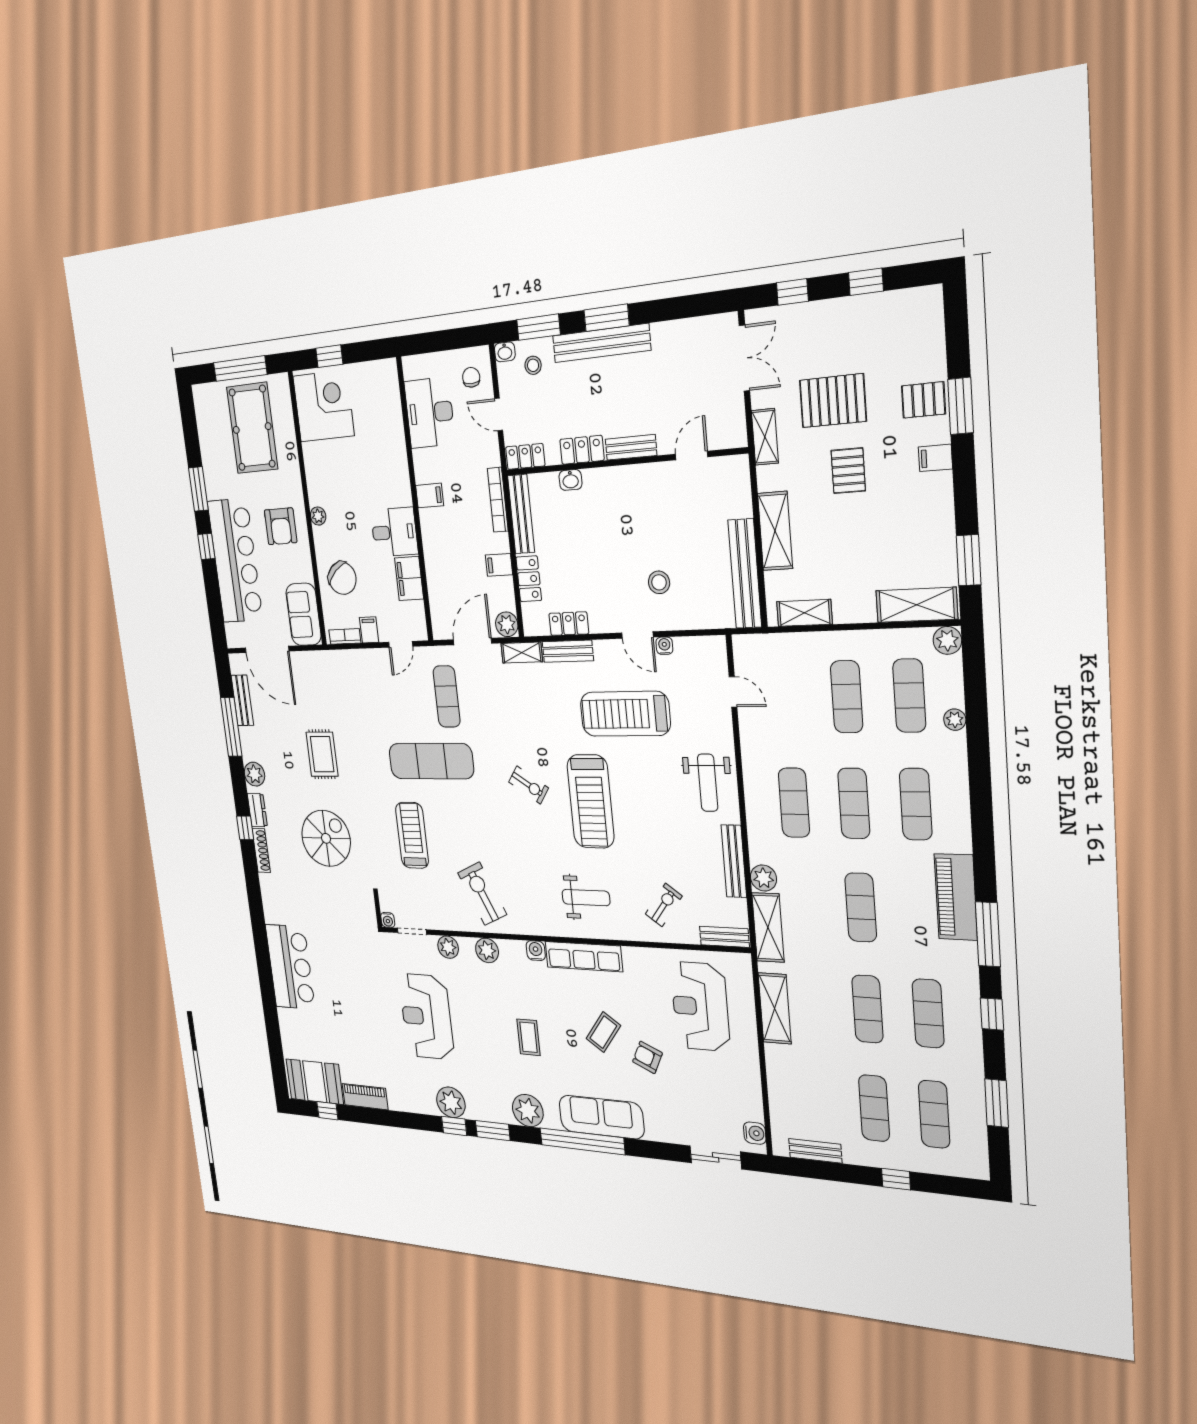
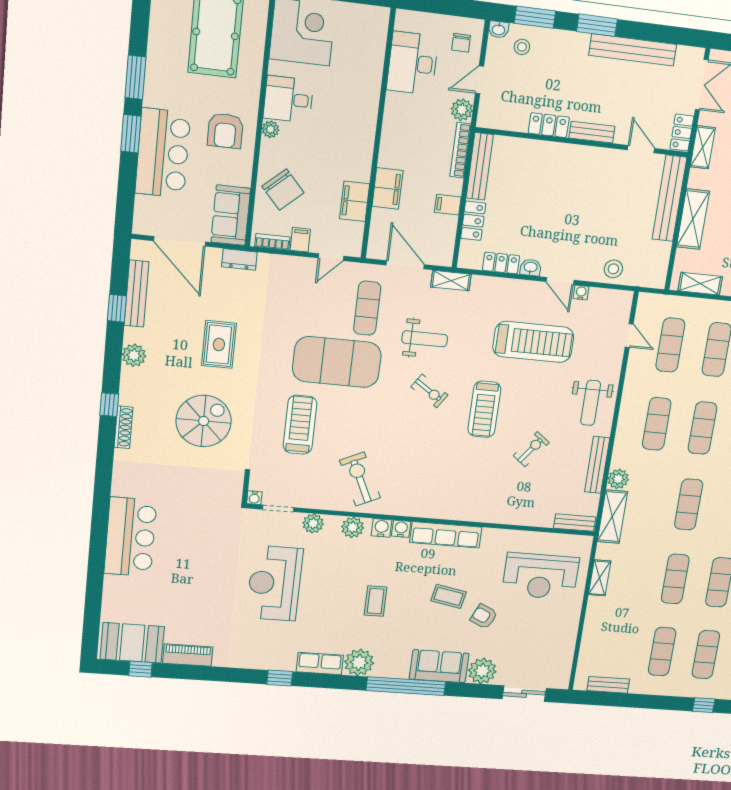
bench: (601, 343) -> (633, 50), moved
chair: (471, 377) -> (461, 43), turned 180
door: (499, 415) -> (480, 80), hinge flipped
door: (692, 455) -> (641, 149), hinge flipped
locker: (525, 456) -> (682, 133), moved, turned -90
washbasin: (570, 480) -> (531, 267), moved, turned 180
filing cabinet: (430, 496) -> (387, 188), moved, width x2.00
desk: (394, 532) -> (288, 99), moved, turned 180
window: (206, 547) -> (131, 134), width x1.50
bar counter: (235, 561) -> (163, 153), width x0.73
bench: (745, 574) -> (669, 198), moved
stool: (659, 582) -> (613, 269), moved
plant: (507, 624) -> (462, 110), moved
door: (472, 641) -> (405, 265), hinge flipped
bench: (568, 651) -> (494, 285), removed
exercise mat: (786, 698) -> (670, 345), added
bench: (242, 700) -> (136, 294), width x1.36
treadmill: (625, 714) -> (533, 342), turned 180
window: (231, 727) -> (117, 308), width x0.46
exercise mat: (431, 761) -> (337, 362), width x1.47
treadmill: (591, 801) -> (484, 409), width x0.73, depth x0.73
dresser: (257, 810) -> (239, 259), moved, turned 90
weight bench: (586, 898) -> (425, 339), moved
exercise bike: (664, 905) -> (531, 449), moved
reception desk: (700, 1006) -> (540, 576), turned -90
shelving: (775, 1008) -> (600, 578), width x0.67, depth x0.75
coffee table: (603, 1032) -> (449, 596), turned 65
plant: (451, 1102) -> (482, 671), moved
row of seats: (489, 1111) -> (320, 664), added
sofa: (601, 1117) -> (439, 666), width x0.73
window: (493, 1131) -> (319, 681), removed
water cooler: (755, 1133) -> (381, 528), moved, turned -90
window: (896, 1179) -> (704, 705), moved

